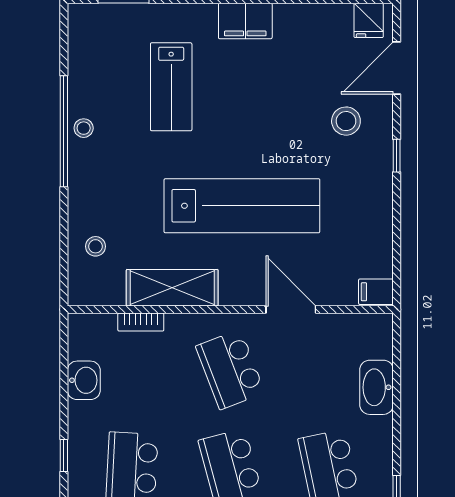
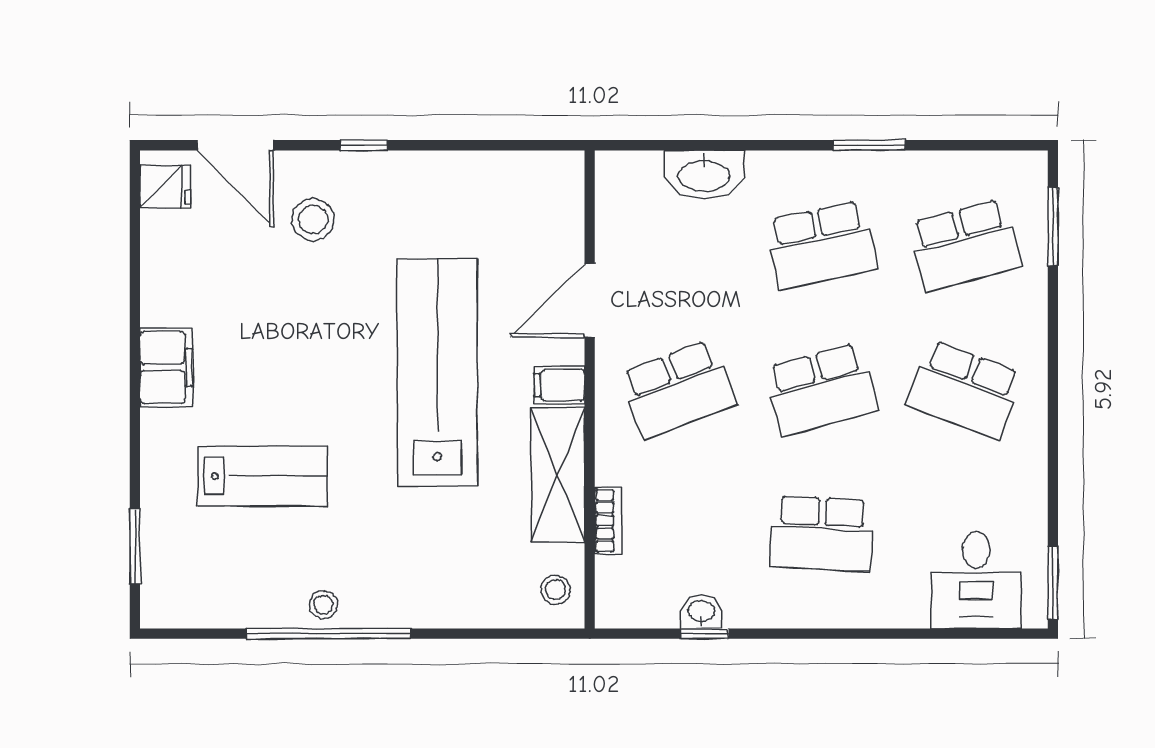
stool: (96, 246) -> (556, 590), moved
filing cabinet: (376, 292) -> (559, 385), moved, turned 90
washbasin: (84, 380) -> (701, 612), width x0.72, depth x0.69
window: (64, 456) -> (705, 634), moved

